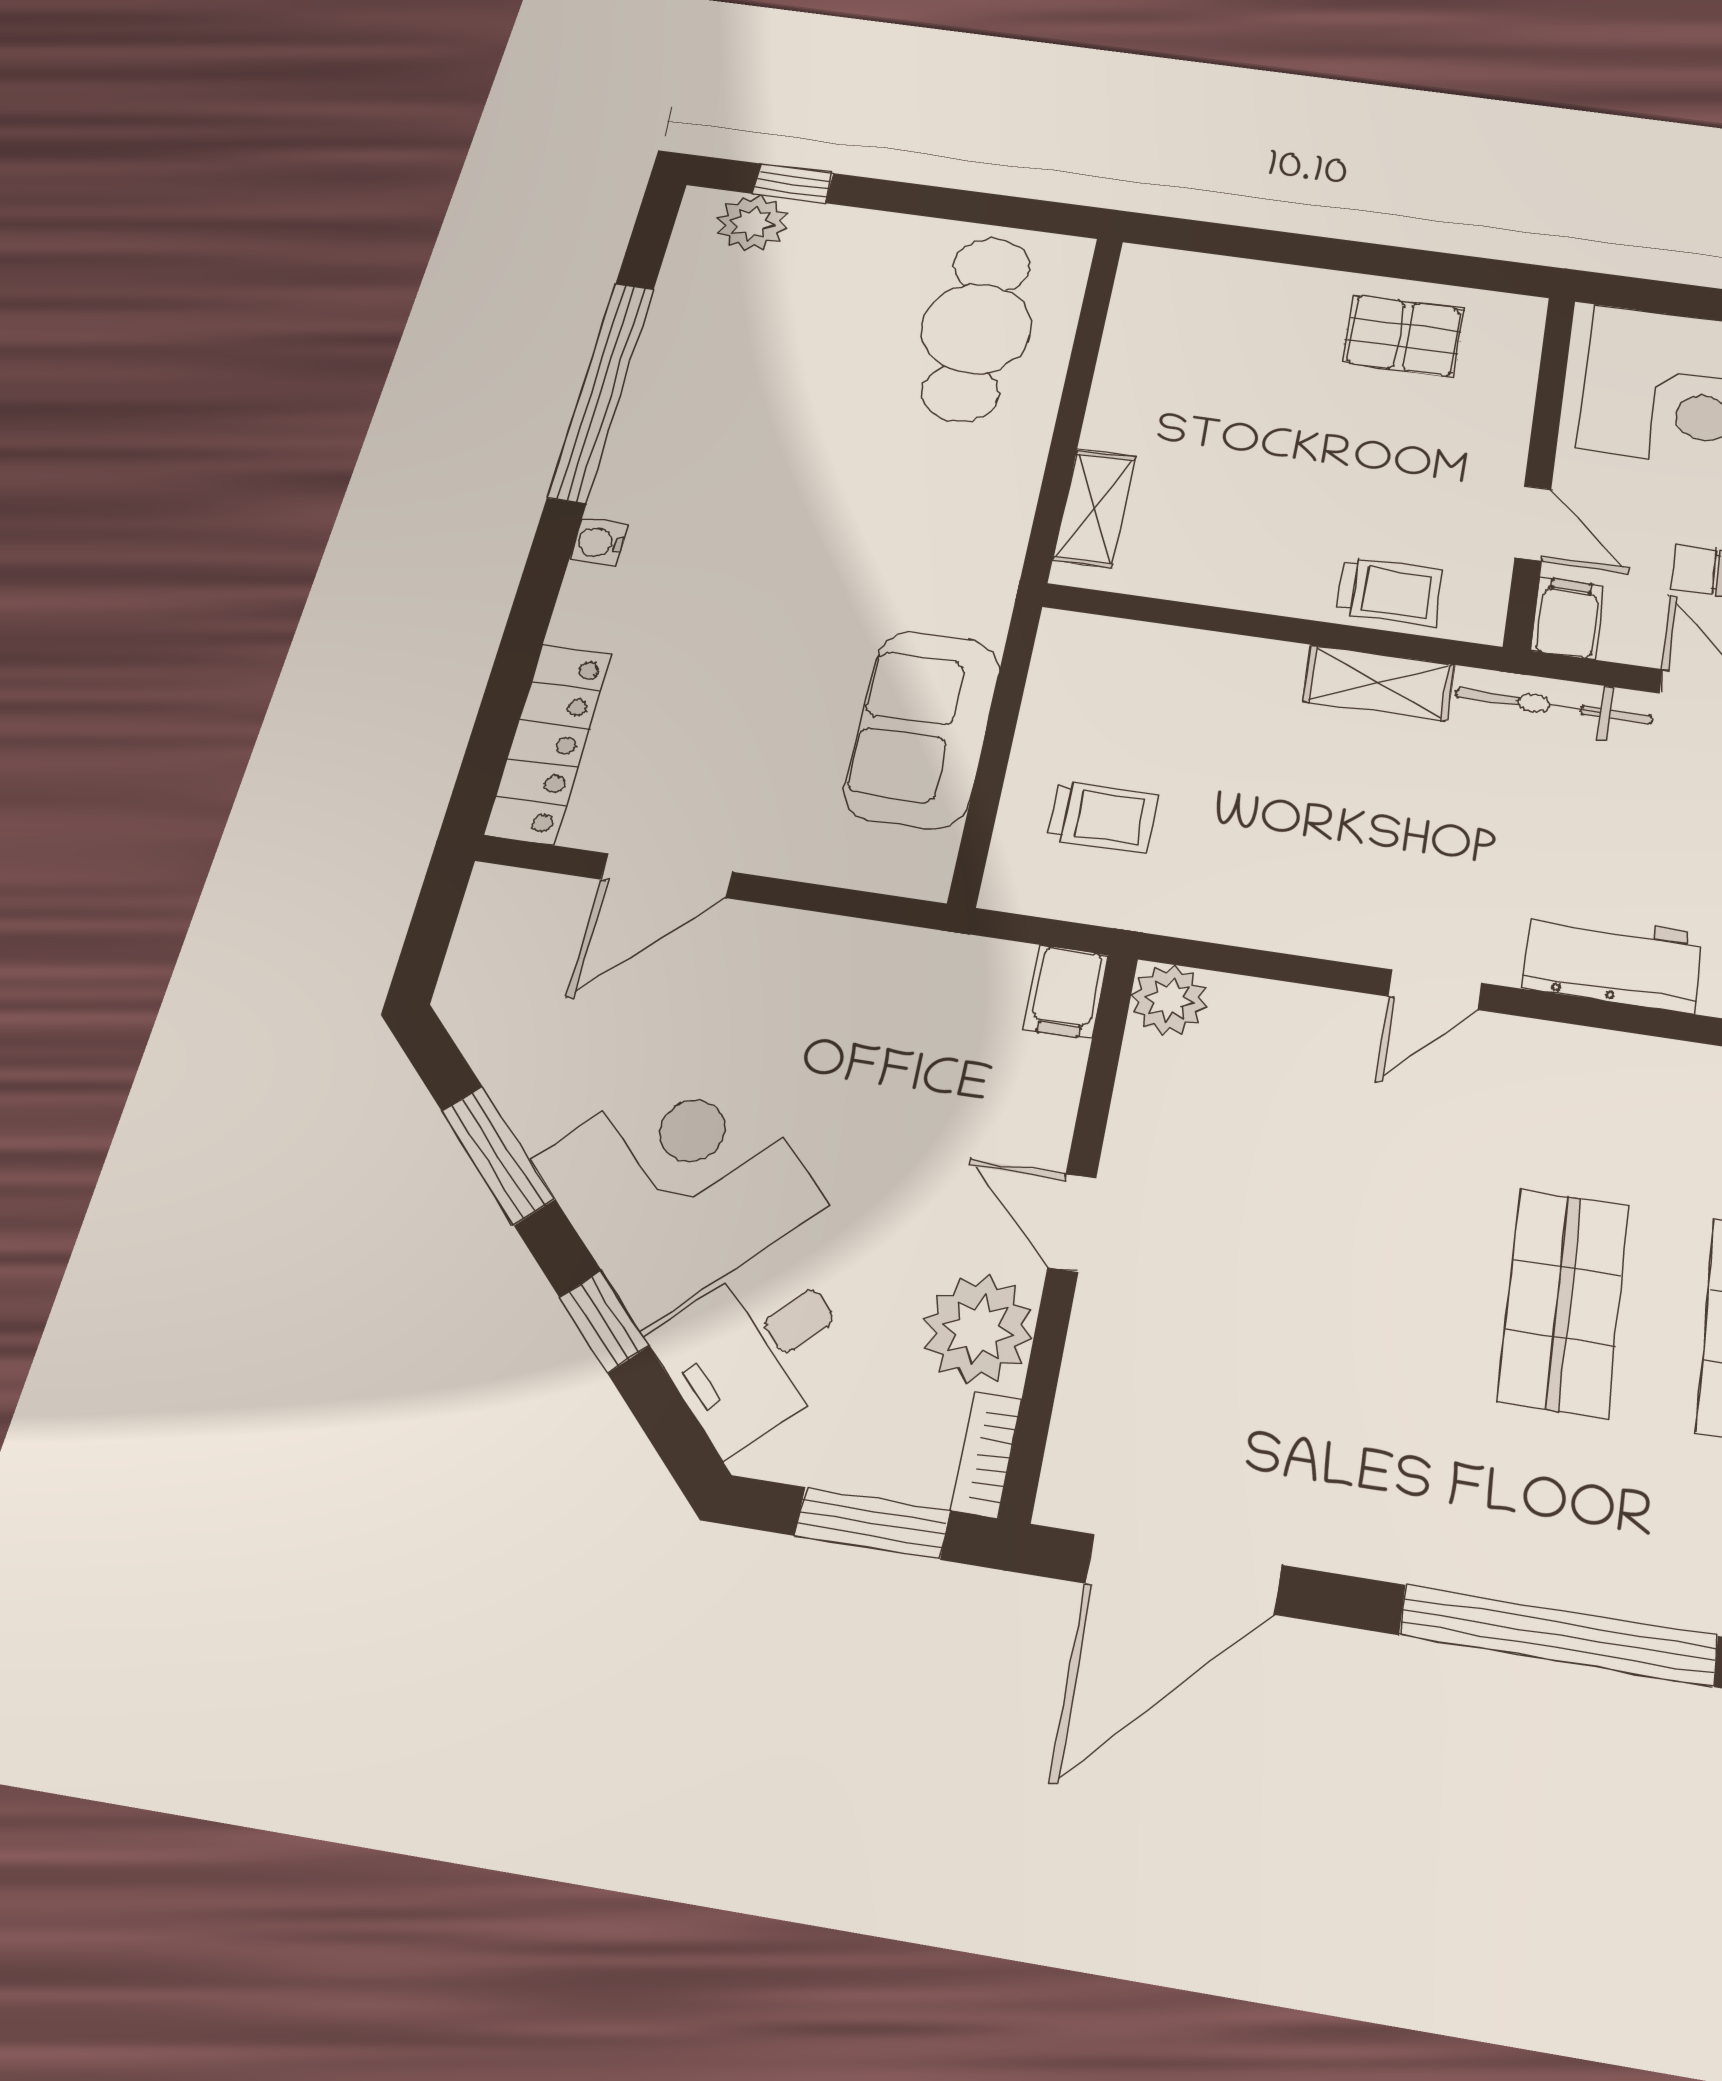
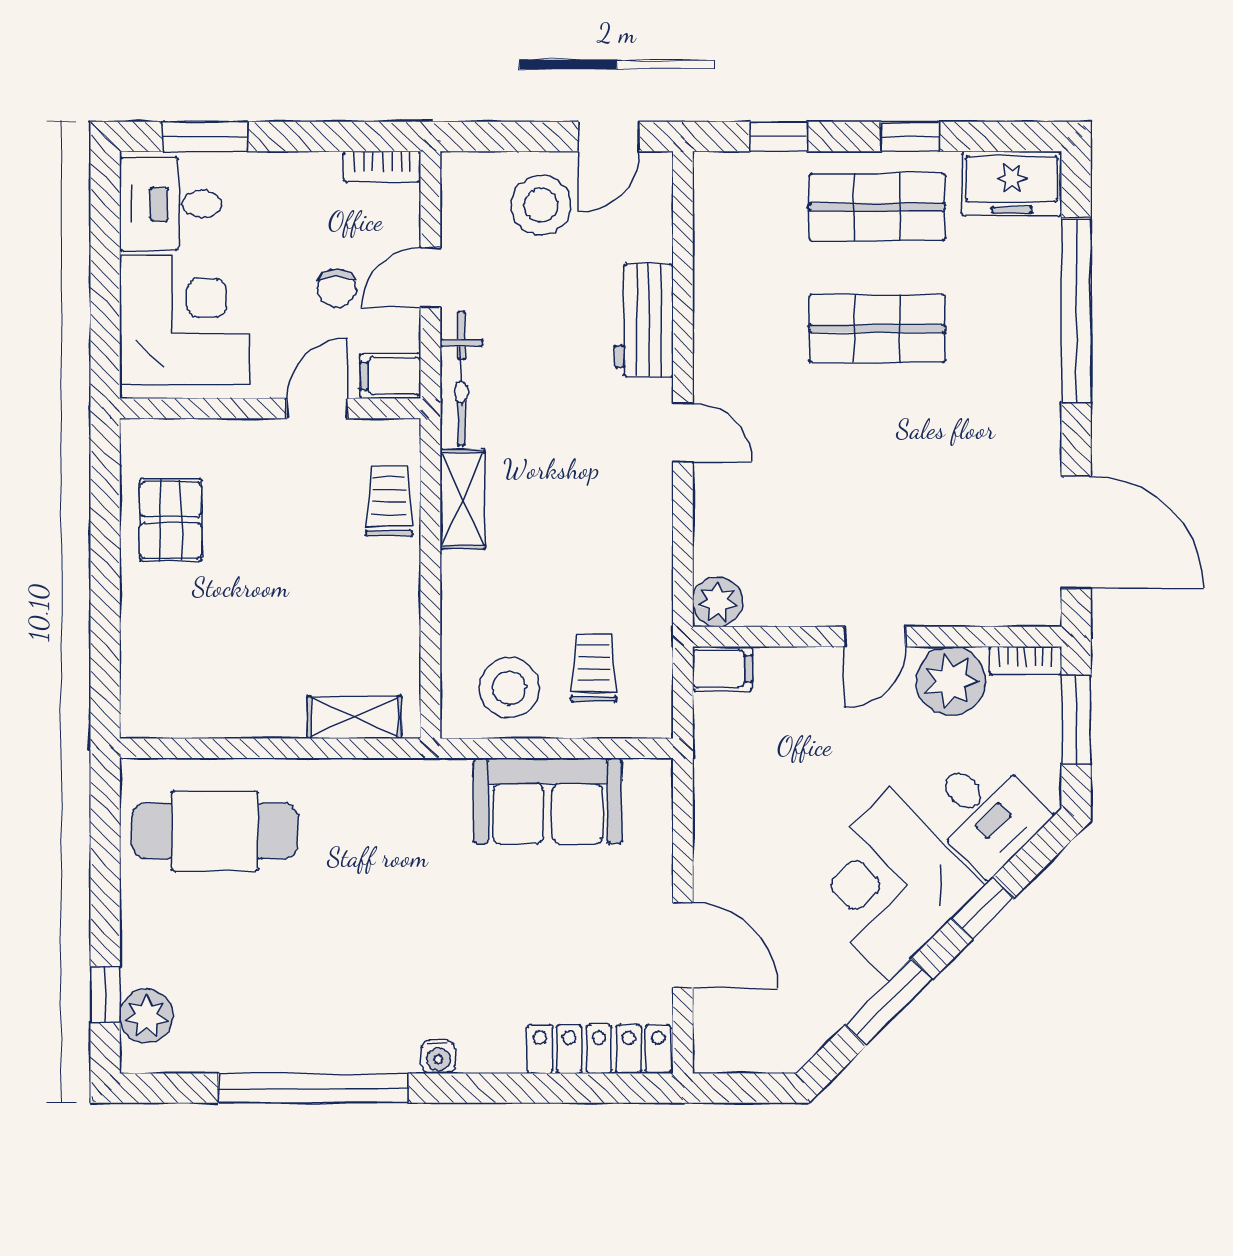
stool: (1096, 703) -> (509, 688), added

